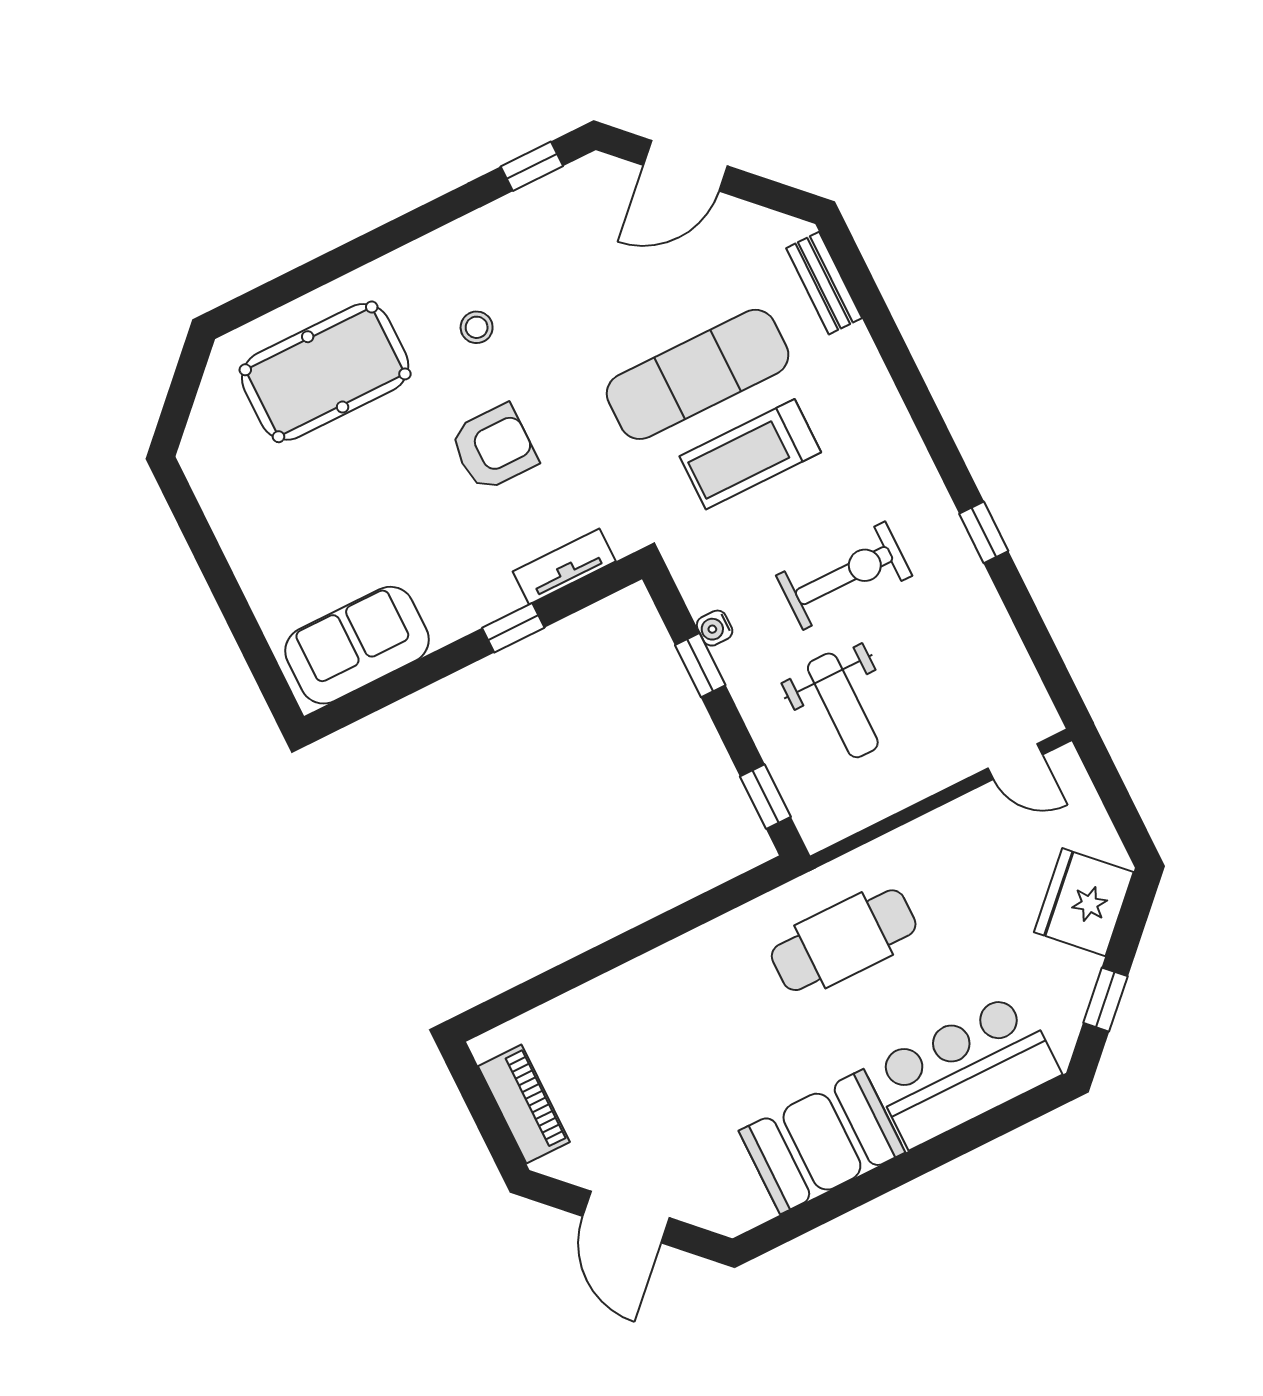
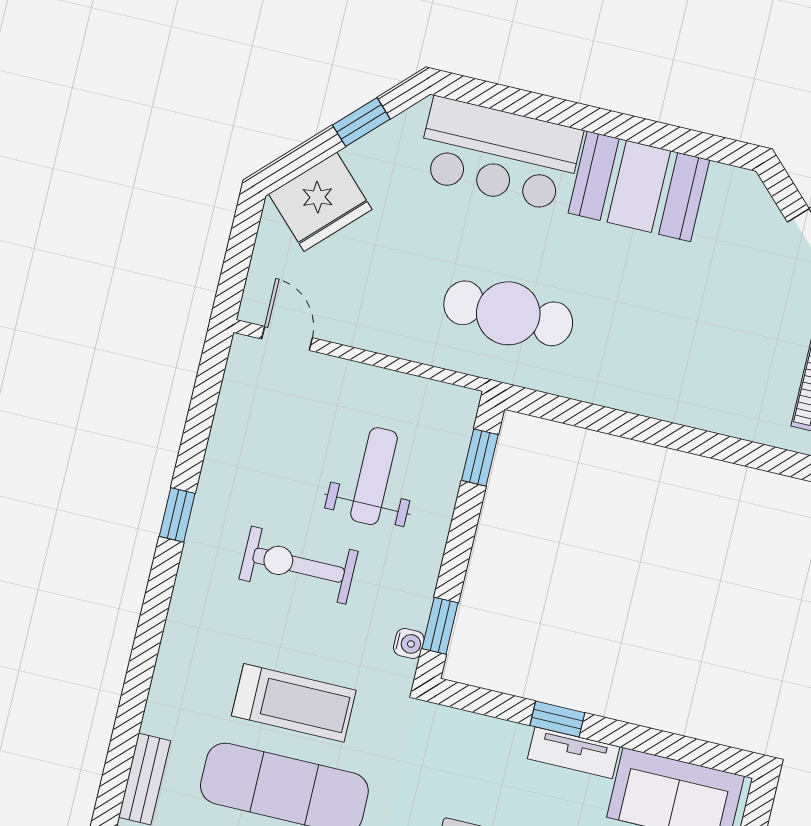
tv unit: (564, 566) -> (574, 753), moved
water cooler: (715, 628) -> (409, 643), moved
window: (700, 665) -> (440, 626), moved

